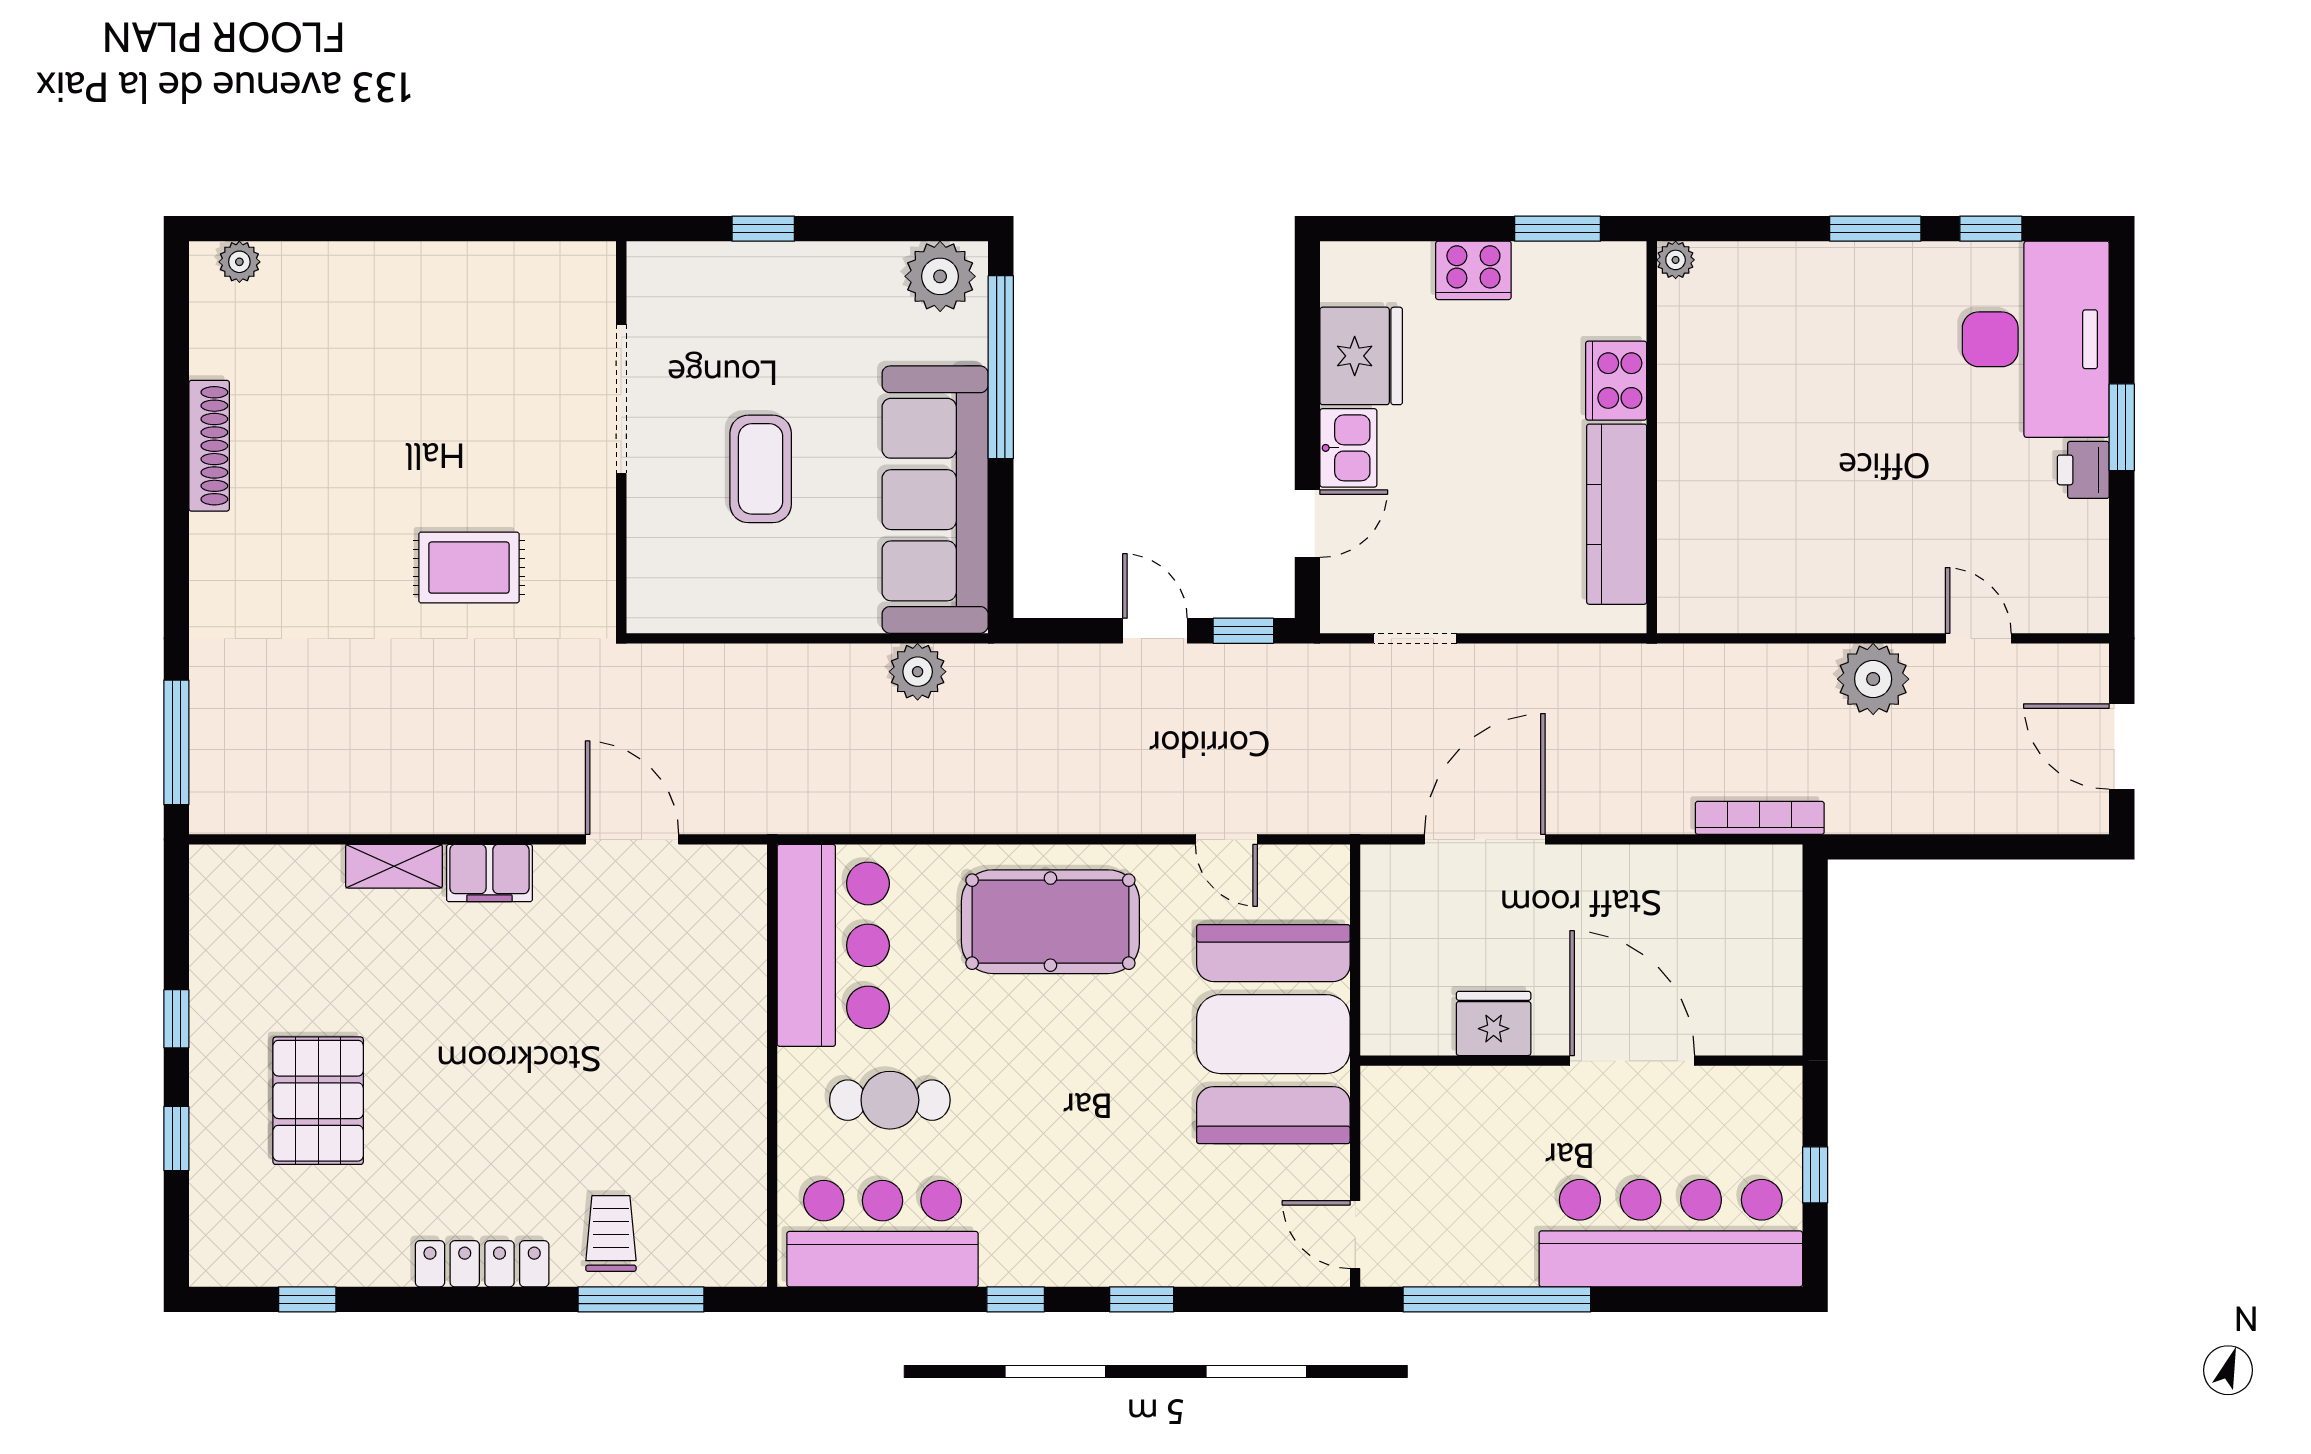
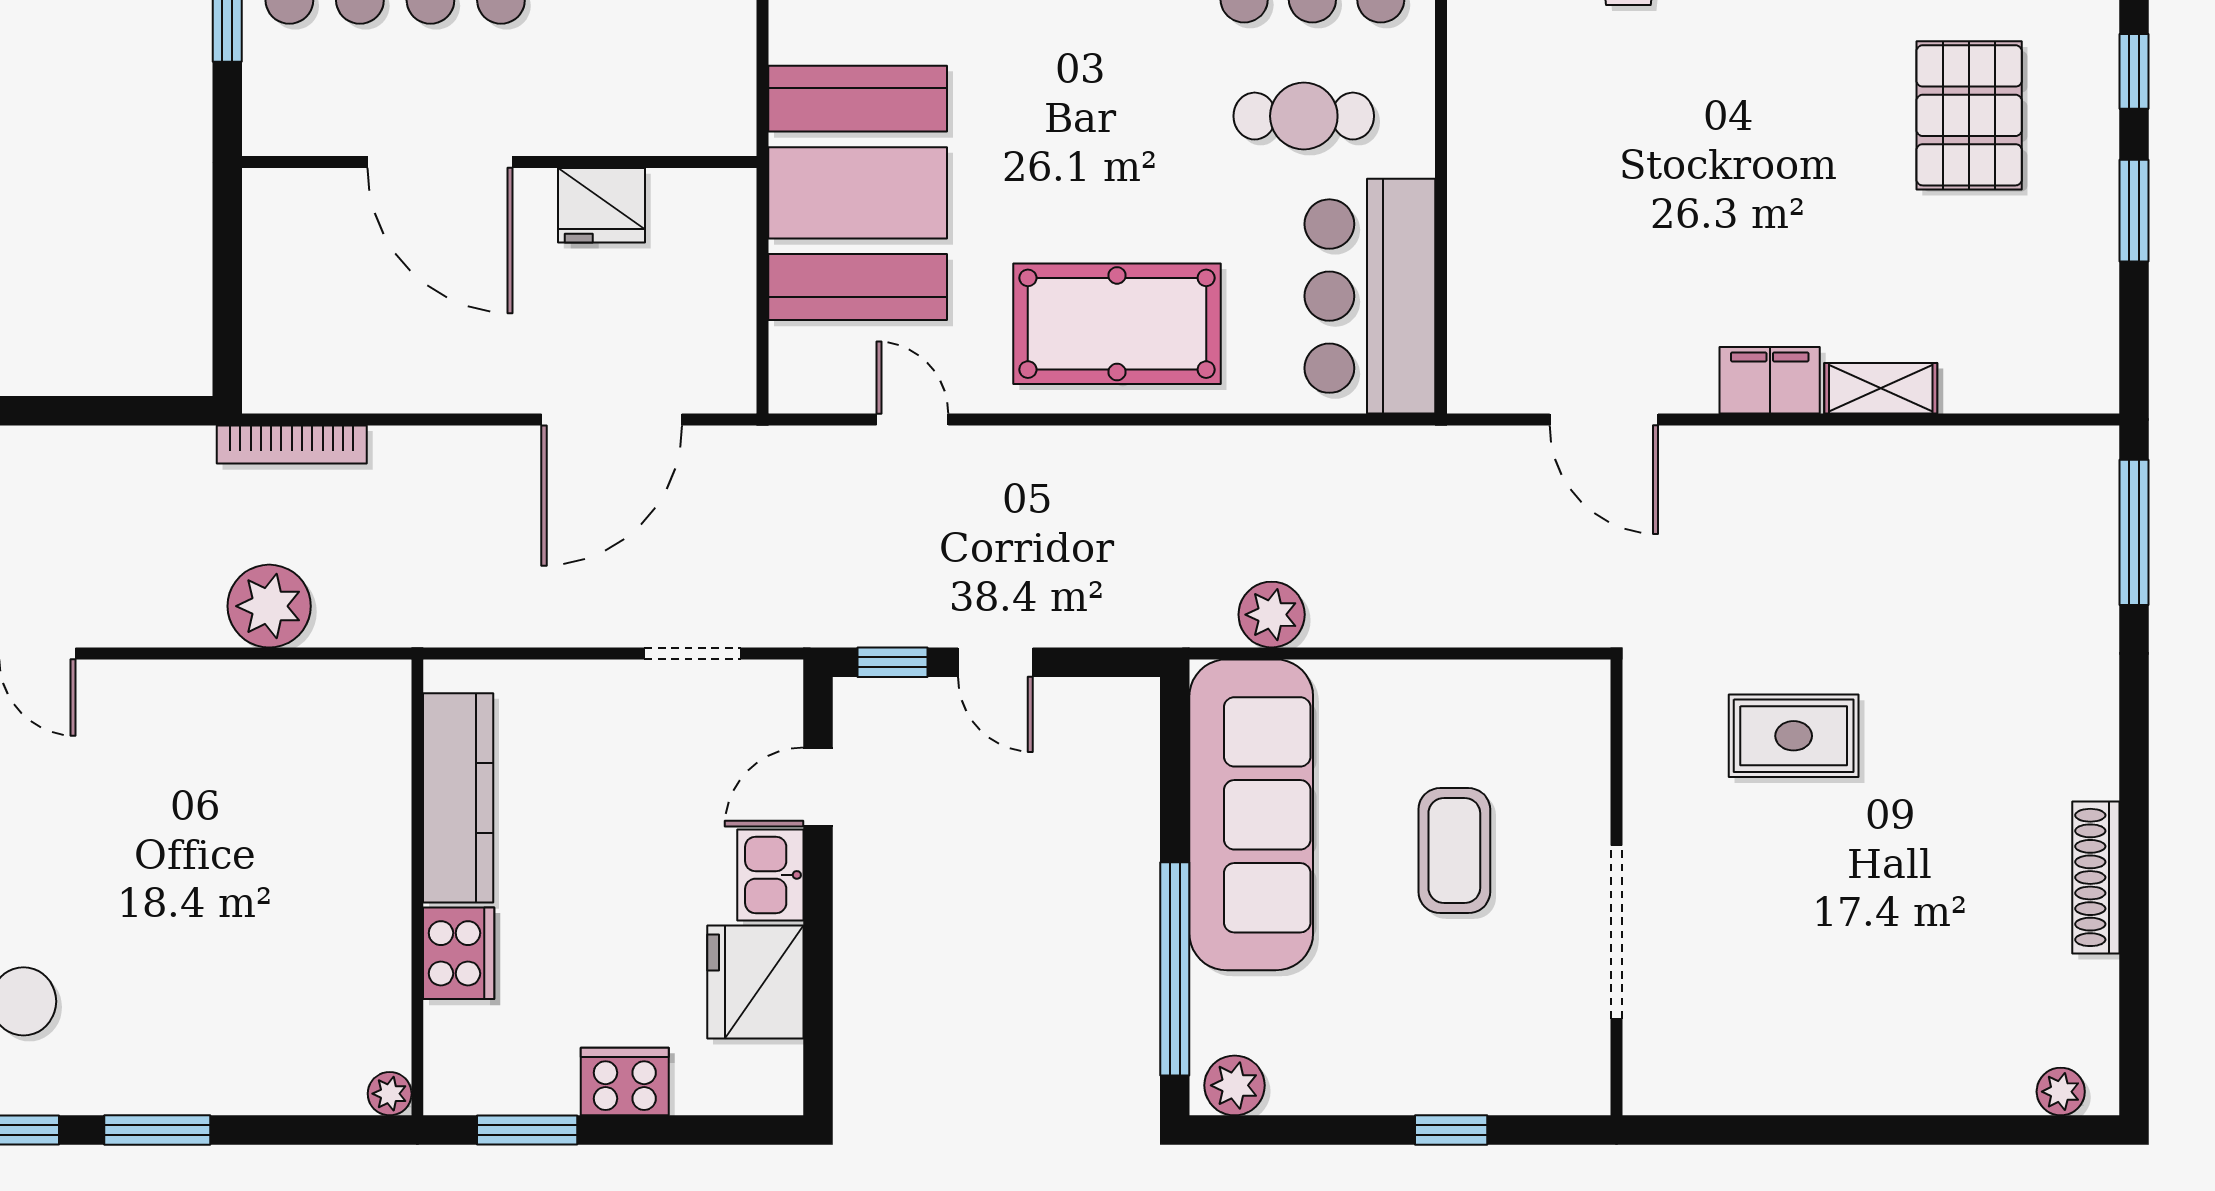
plant: (940, 276) -> (1235, 1085), width x0.73, depth x0.73
plant: (1873, 679) -> (269, 606), moved
window: (176, 1019) -> (2134, 211), width x1.50

